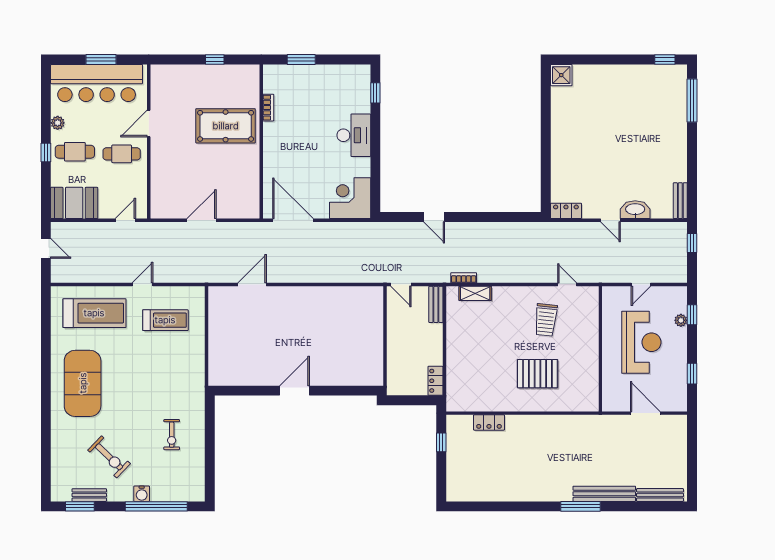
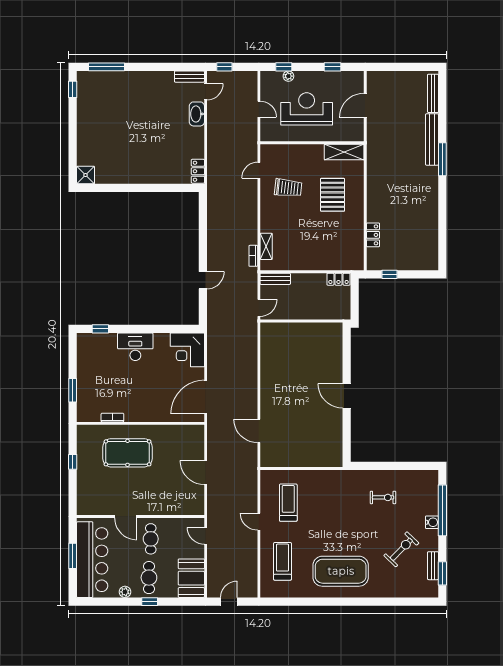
pool table: (226, 126) -> (128, 453), turned 90
door: (611, 220) -> (206, 92), moved
treadmill: (94, 313) -> (283, 561), width x0.73, depth x0.73
shelving: (589, 388) -> (344, 152), added

